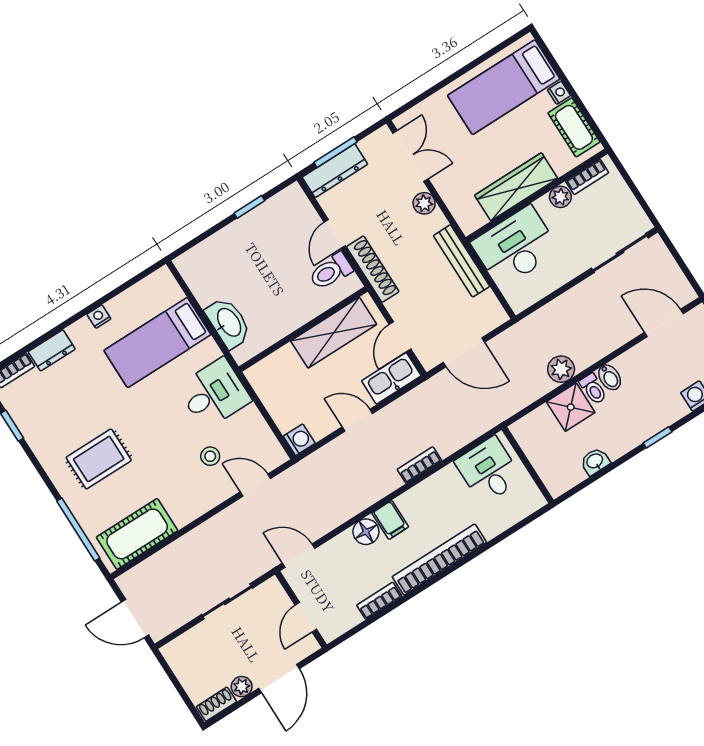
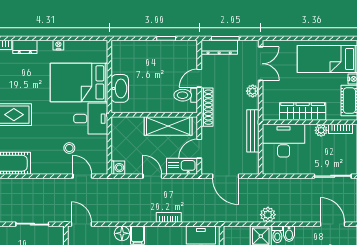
bed: (157, 343) -> (79, 82), width x1.50

